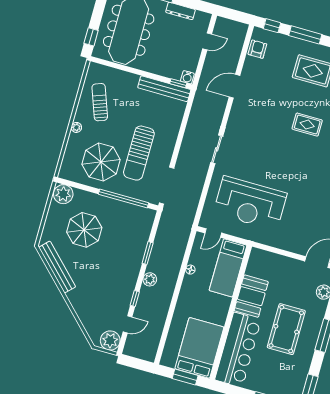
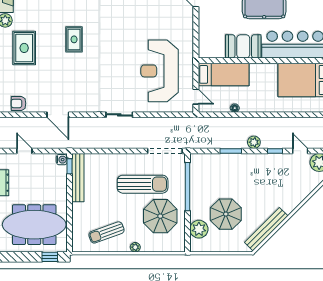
plant: (63, 194) -> (199, 229), moved
reception desk: (250, 203) -> (160, 71), turned 180

